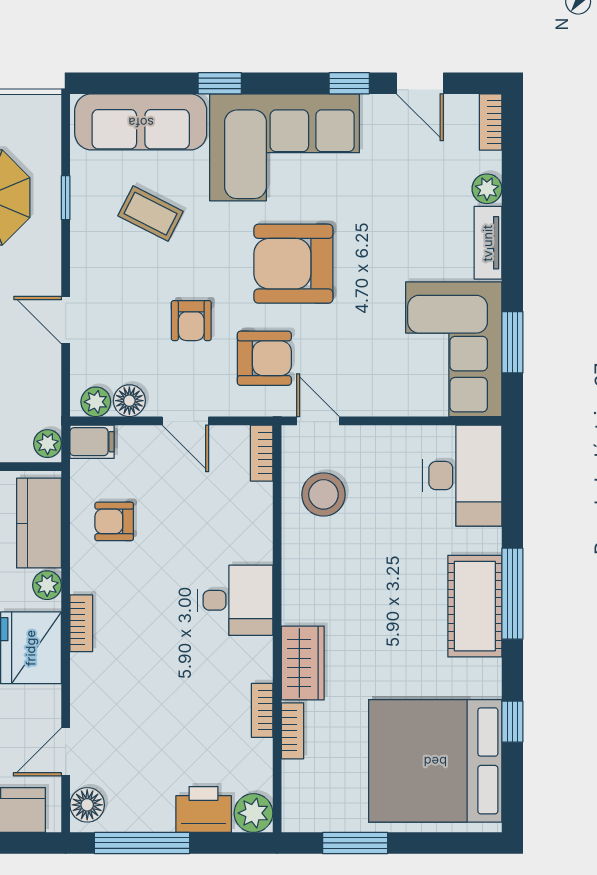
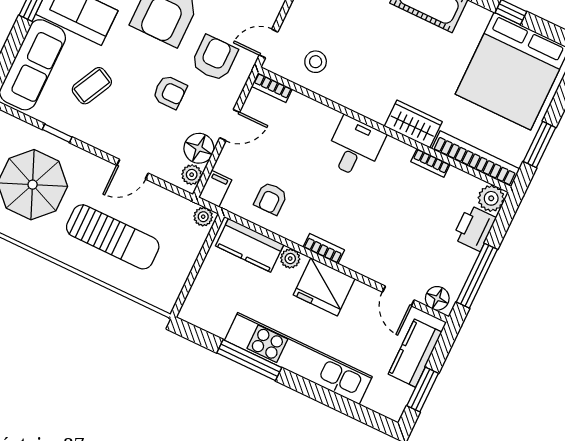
floor lamp: (129, 401) -> (199, 148), width x1.38, depth x1.38
stool: (323, 494) -> (316, 62), width x0.73, depth x0.73
bookcase: (292, 731) -> (476, 159), width x2.31, depth x1.31

